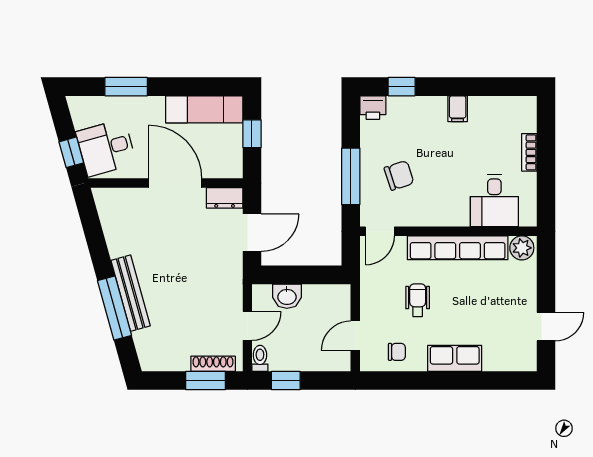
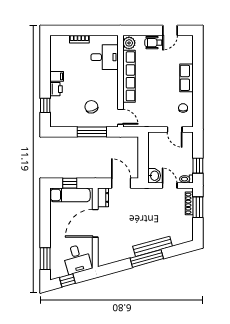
window: (126, 87) -> (45, 259), moved
printer: (373, 108) -> (56, 89), moved
exam couch: (204, 109) -> (70, 195), moved, turned 90
window: (71, 152) -> (67, 280), moved
washbasin: (287, 296) -> (154, 176), moved
wheelchair: (418, 300) -> (153, 43), moved
window: (114, 308) -> (147, 258), moved
door: (546, 327) -> (170, 30), swing flipped

